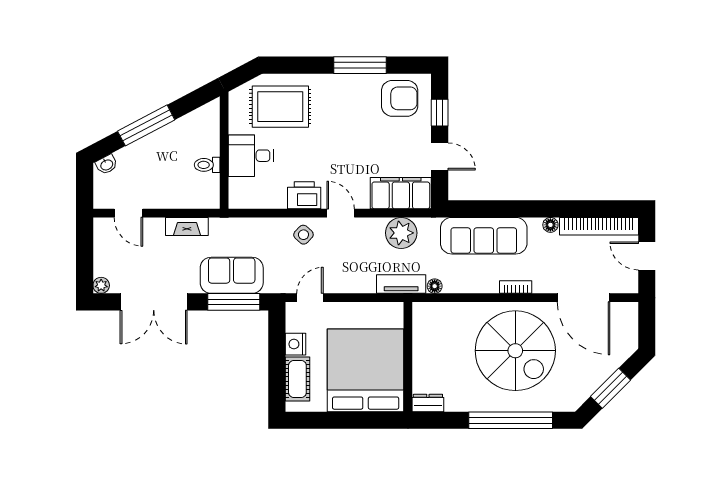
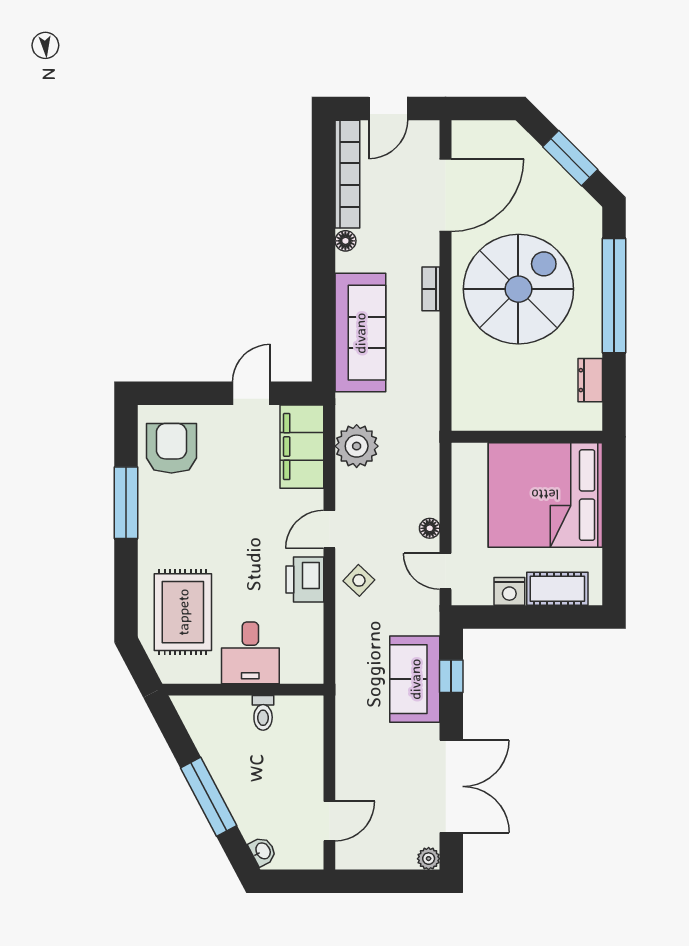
window: (440, 113) -> (191, 393), removed
fireplace: (187, 226) -> (348, 741), removed
tv unit: (401, 284) -> (427, 446), removed
floor lamp: (435, 286) -> (430, 528), moved
window: (234, 302) -> (451, 676), width x0.46
dresser: (428, 403) -> (590, 380), moved

